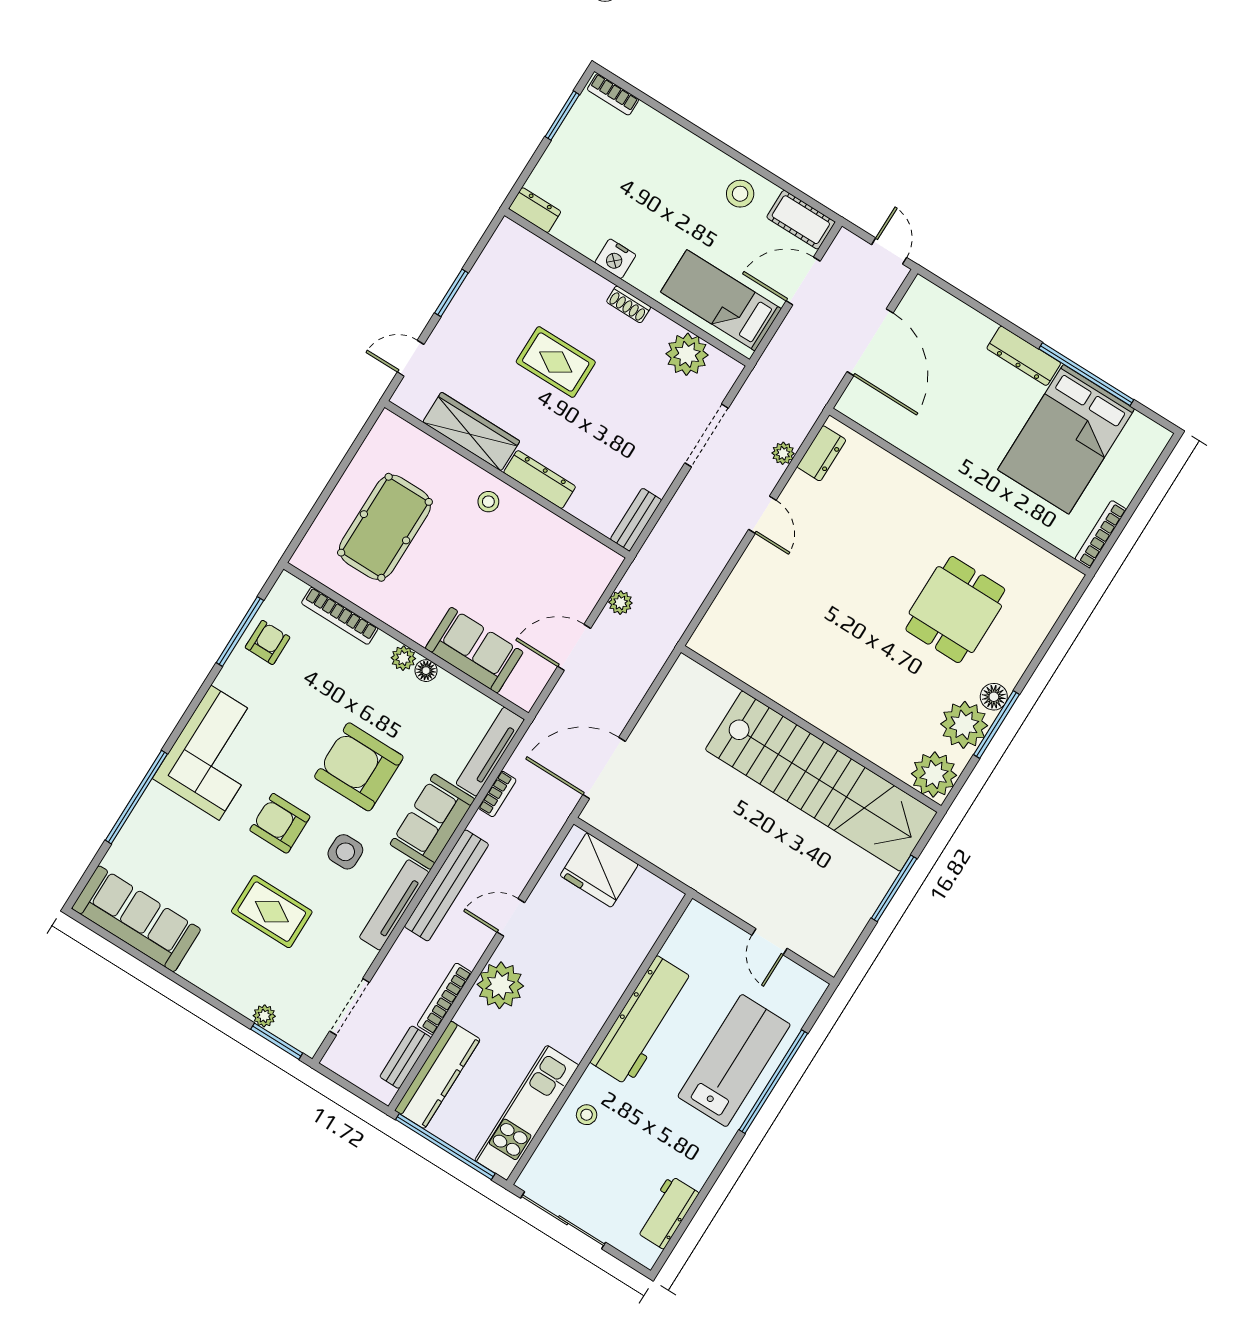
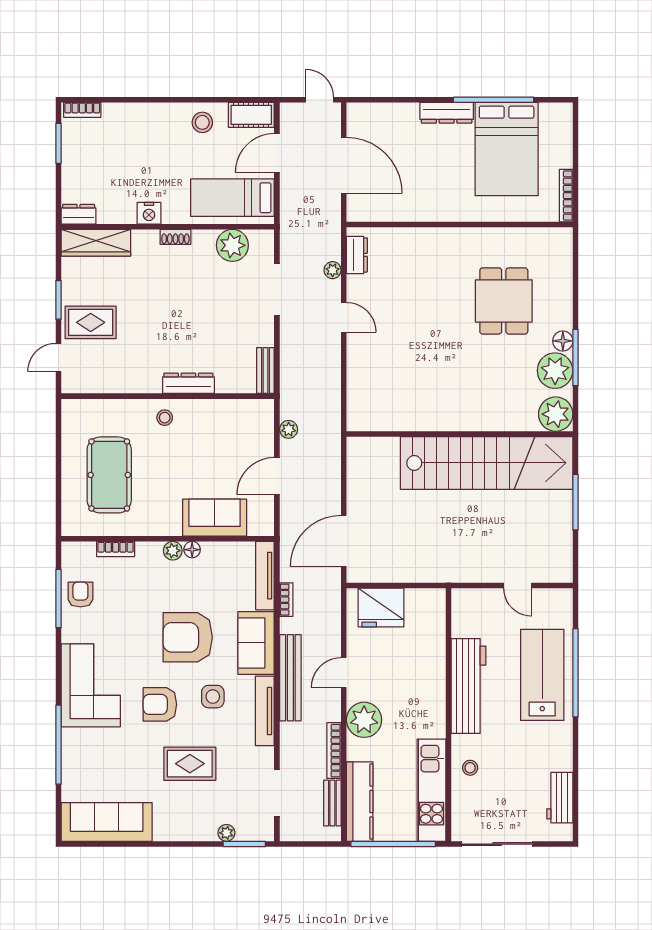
rug: (556, 362) -> (91, 322), moved
wardrobe: (471, 432) -> (96, 243), moved, turned 180
bookcase: (340, 616) -> (116, 549), width x0.64

